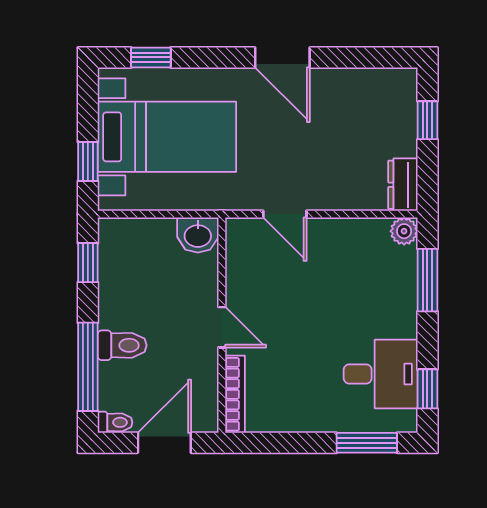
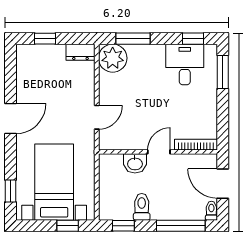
plant: (404, 231) -> (113, 58), width x1.88, depth x1.88
washbasin: (198, 235) -> (135, 163), moved, turned 90
toilet: (122, 345) -> (142, 207), moved

